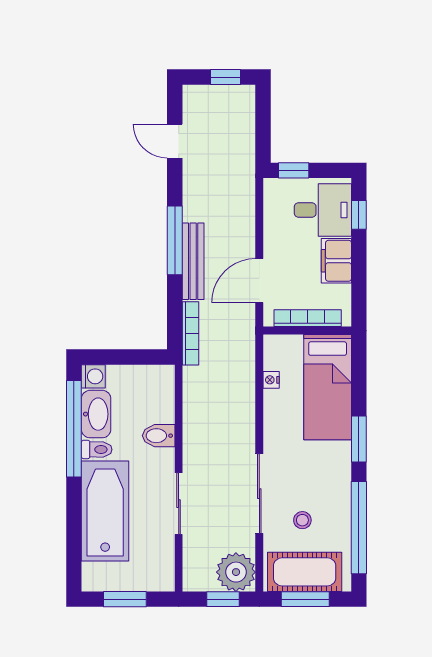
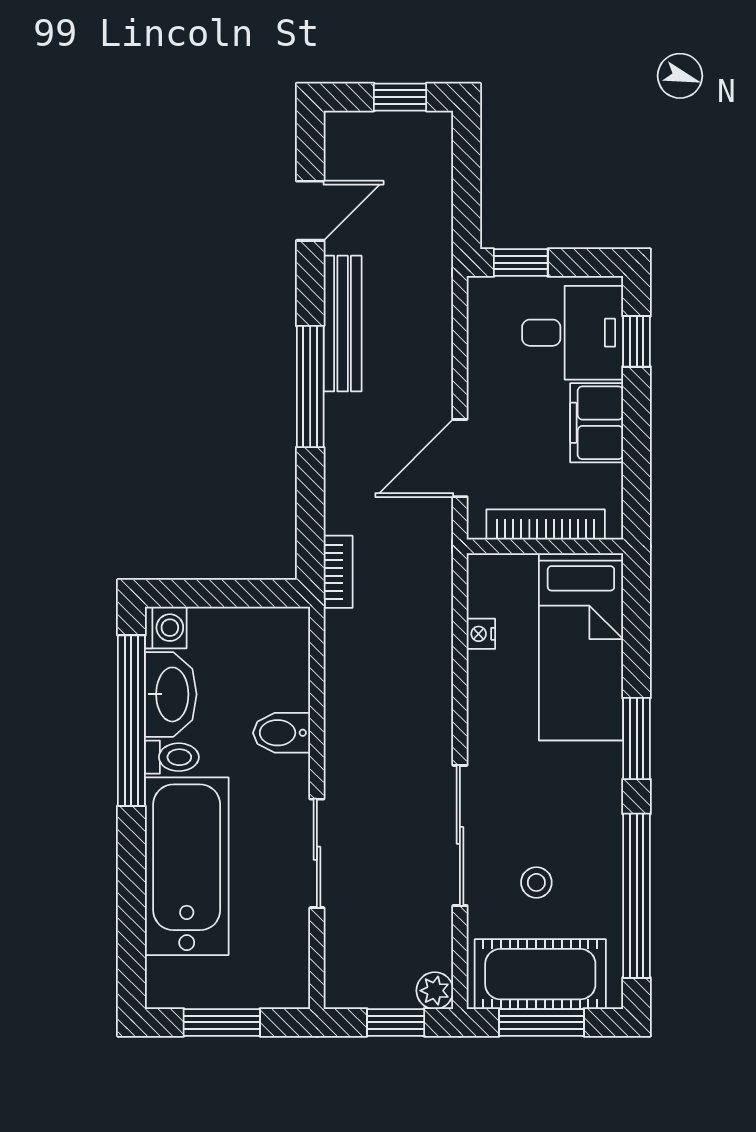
door: (175, 141) -> (310, 211), swing flipped
bench: (193, 261) -> (343, 324), moved
bookcase: (191, 333) -> (338, 572), width x0.64
plant: (236, 572) -> (435, 991), width x0.53, depth x0.53

